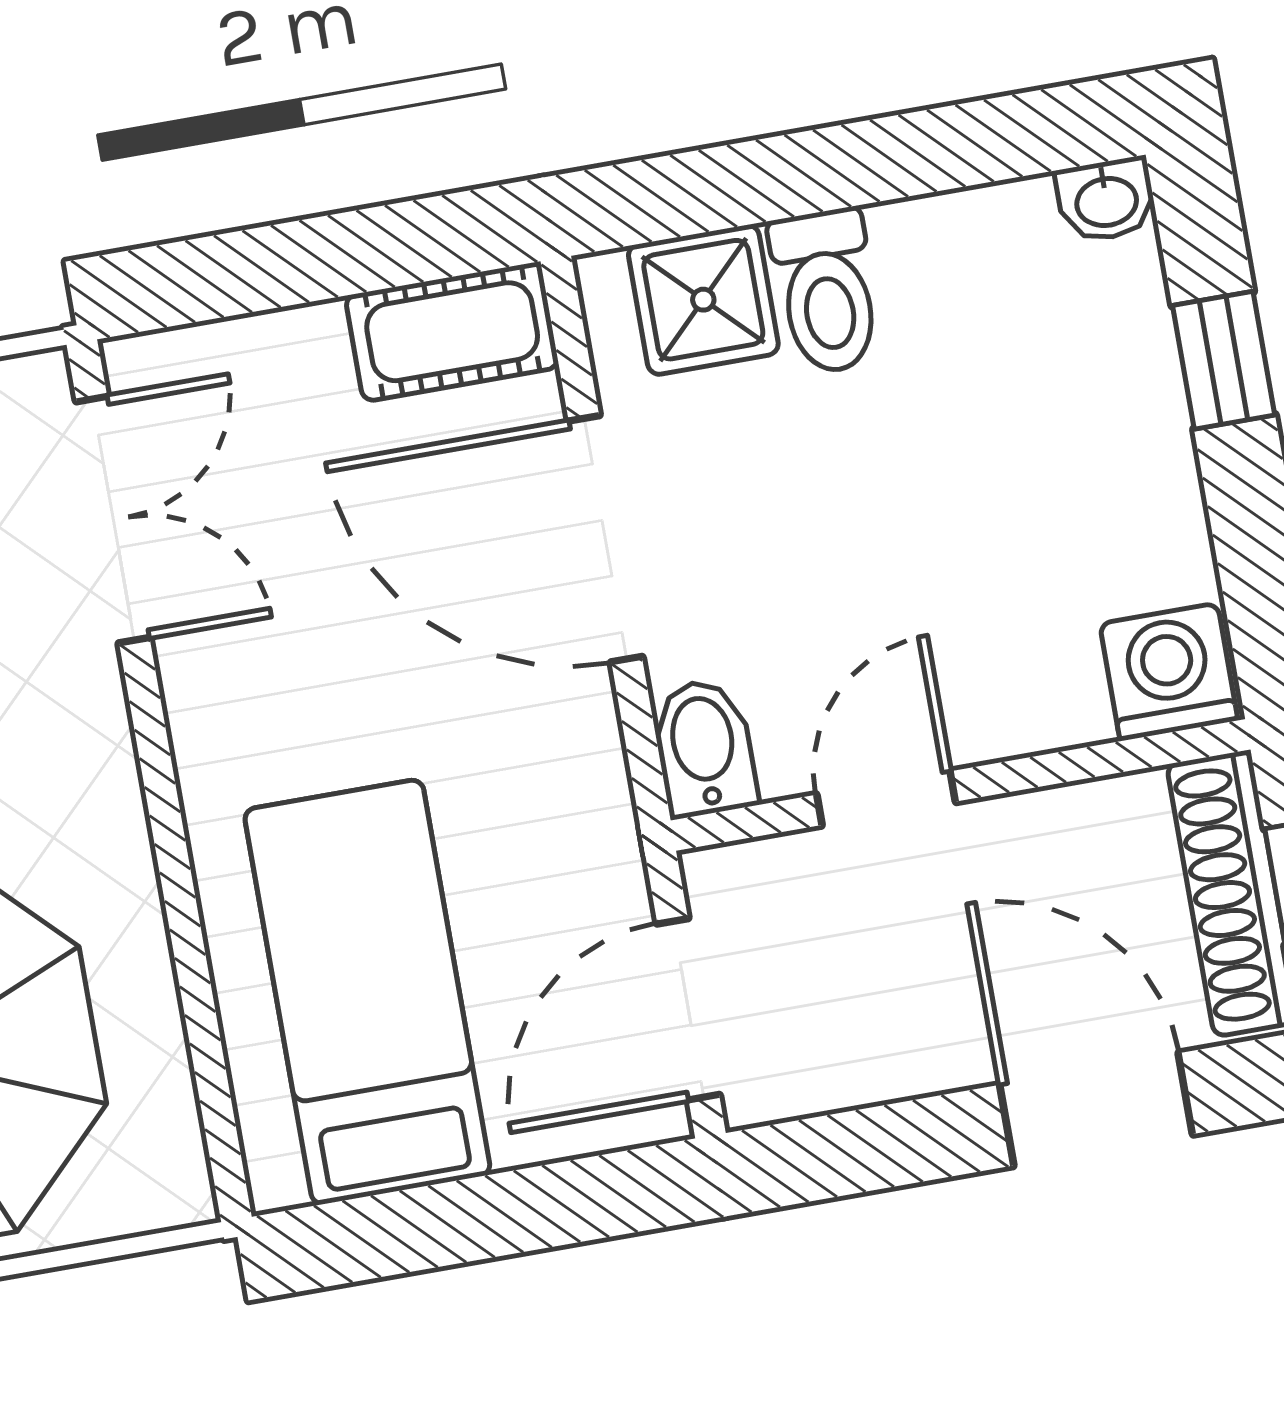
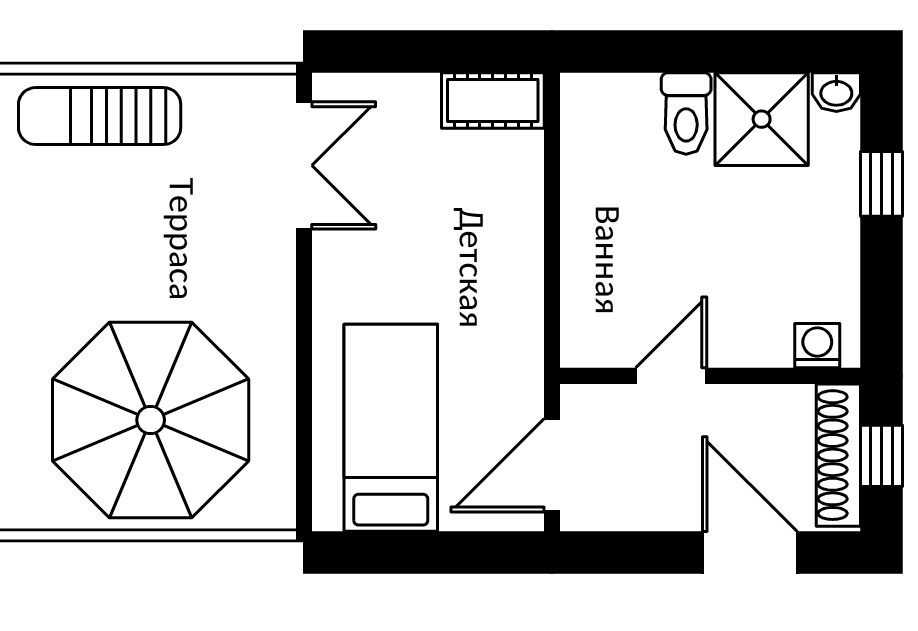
shower: (703, 300) -> (762, 119), moved, width x1.36, depth x1.36
door: (605, 539) -> (552, 219), removed
washing machine: (1169, 672) -> (817, 346), width x0.73, depth x0.73
bidet: (704, 748) -> (583, 334), removed

